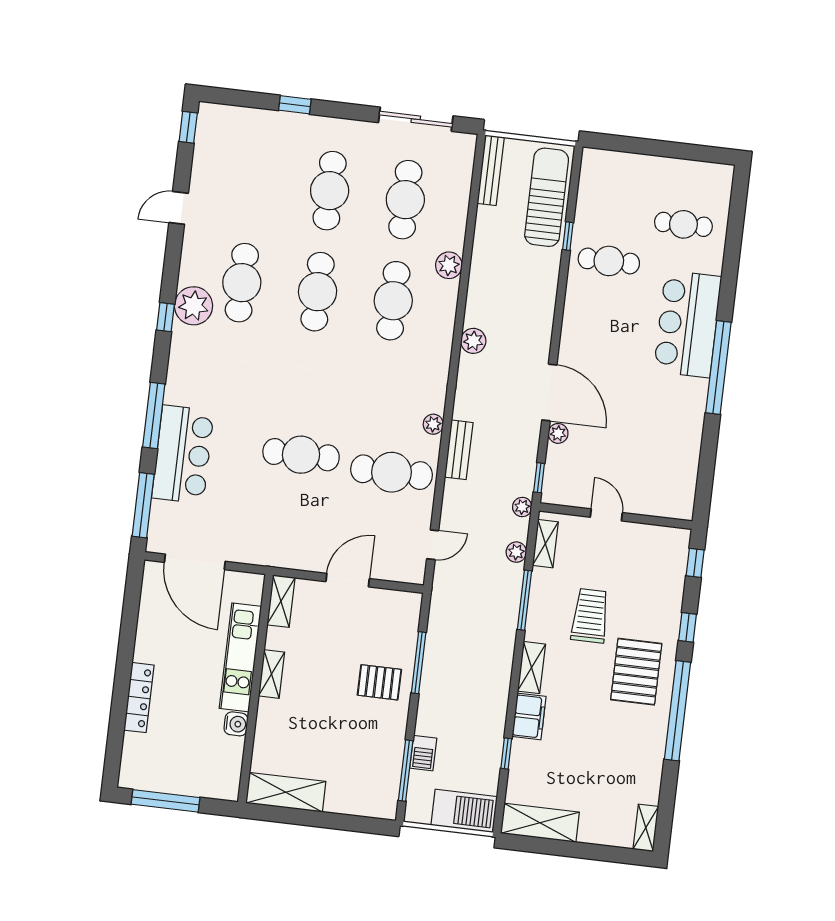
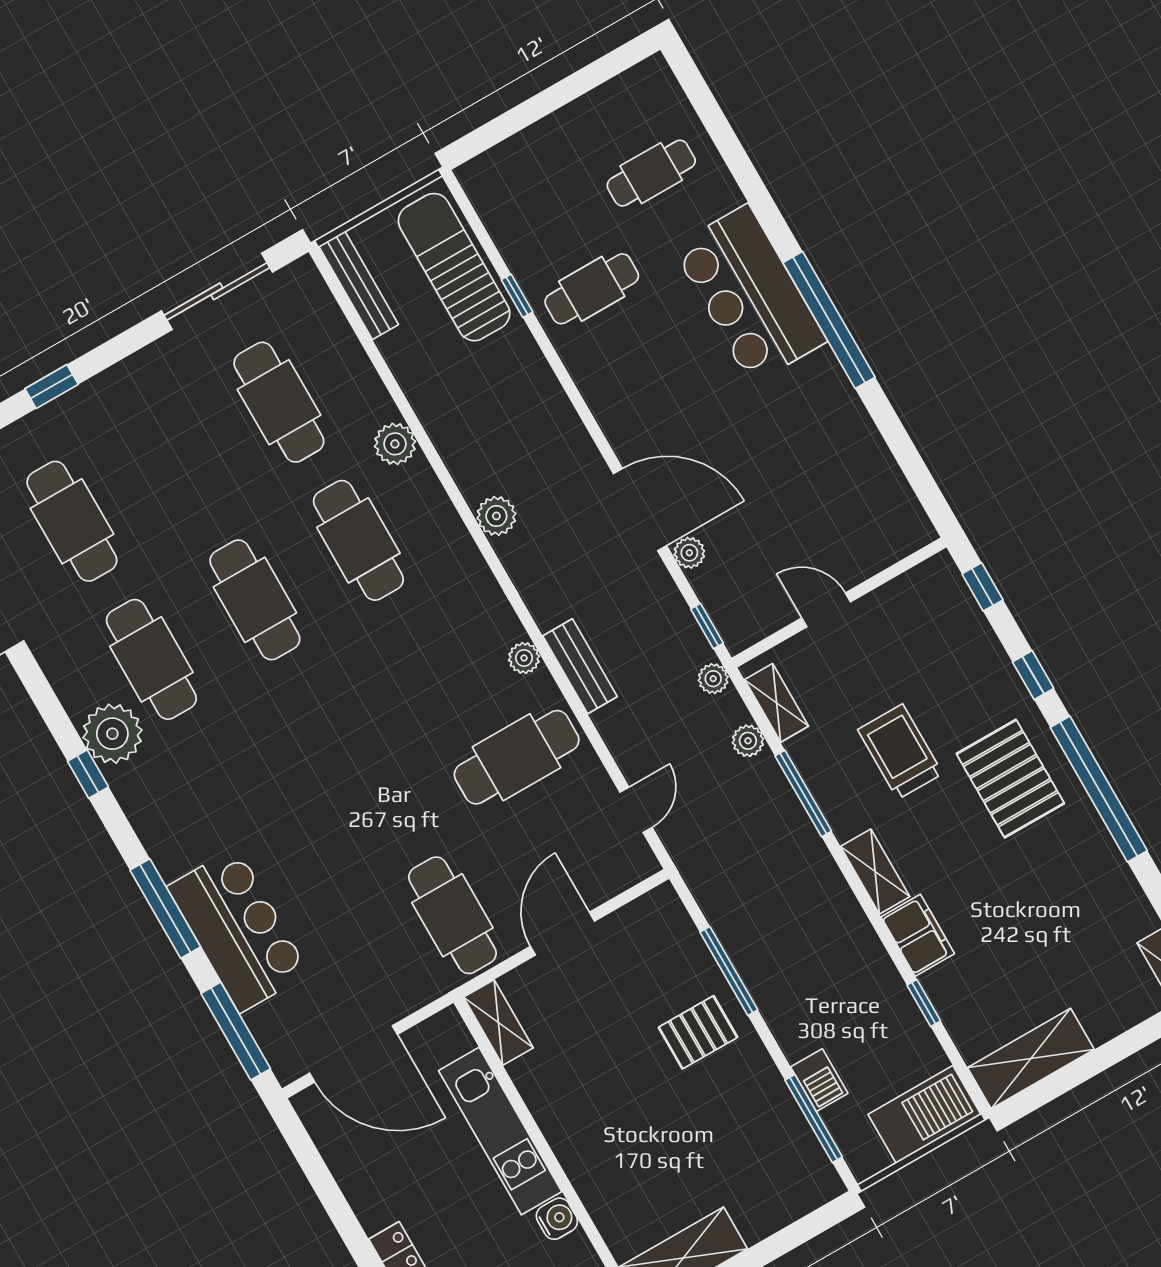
cafe table: (330, 191) -> (72, 521), moved
cafe table: (301, 455) -> (452, 915), moved, turned 90
shelving: (271, 674) -> (555, 1123), removed

